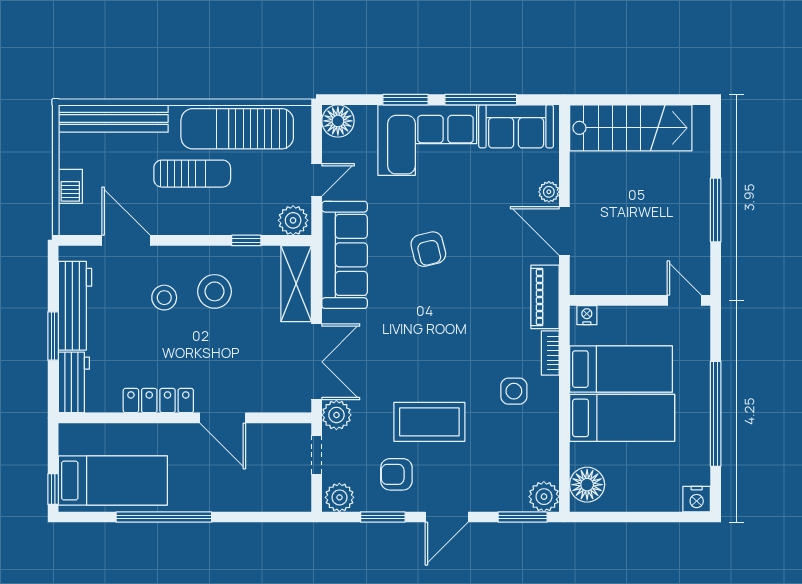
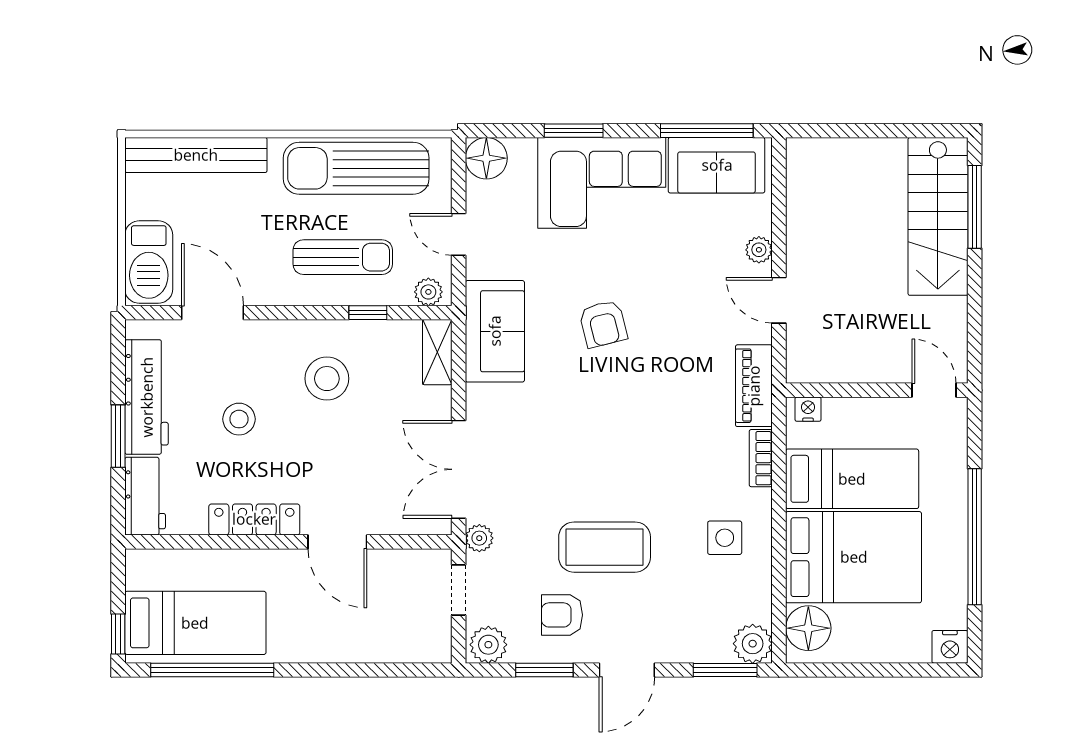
window: (481, 100) -> (707, 131), moved
stairs: (631, 128) -> (938, 216), moved, turned 90
sun lounger: (192, 174) -> (343, 257), moved
door: (317, 180) -> (459, 234), swing flipped
barbecue: (70, 186) -> (149, 262), width x1.88, depth x1.53
window: (716, 210) -> (975, 207), moved
plant: (293, 220) -> (428, 292), width x0.73, depth x0.73
door: (564, 231) -> (779, 300), width x0.73
sofa: (345, 255) -> (495, 331), width x0.73
shelving: (296, 284) -> (437, 352), width x0.67, depth x0.75
stool: (164, 298) -> (239, 419), moved
double door: (317, 362) -> (459, 469), swing flipped
side table: (514, 391) -> (725, 538), moved
plant: (336, 415) -> (479, 538), width x0.73, depth x0.73
bed: (622, 418) -> (854, 557), width x1.50
window: (164, 517) -> (212, 670), moved

